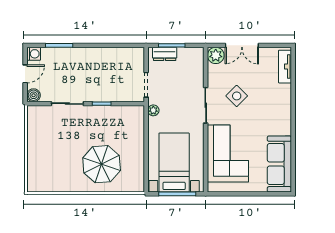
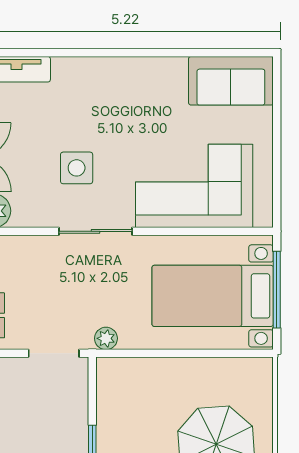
side table: (237, 96) -> (77, 168), turned 45
sofa: (279, 164) -> (231, 81), width x0.73

